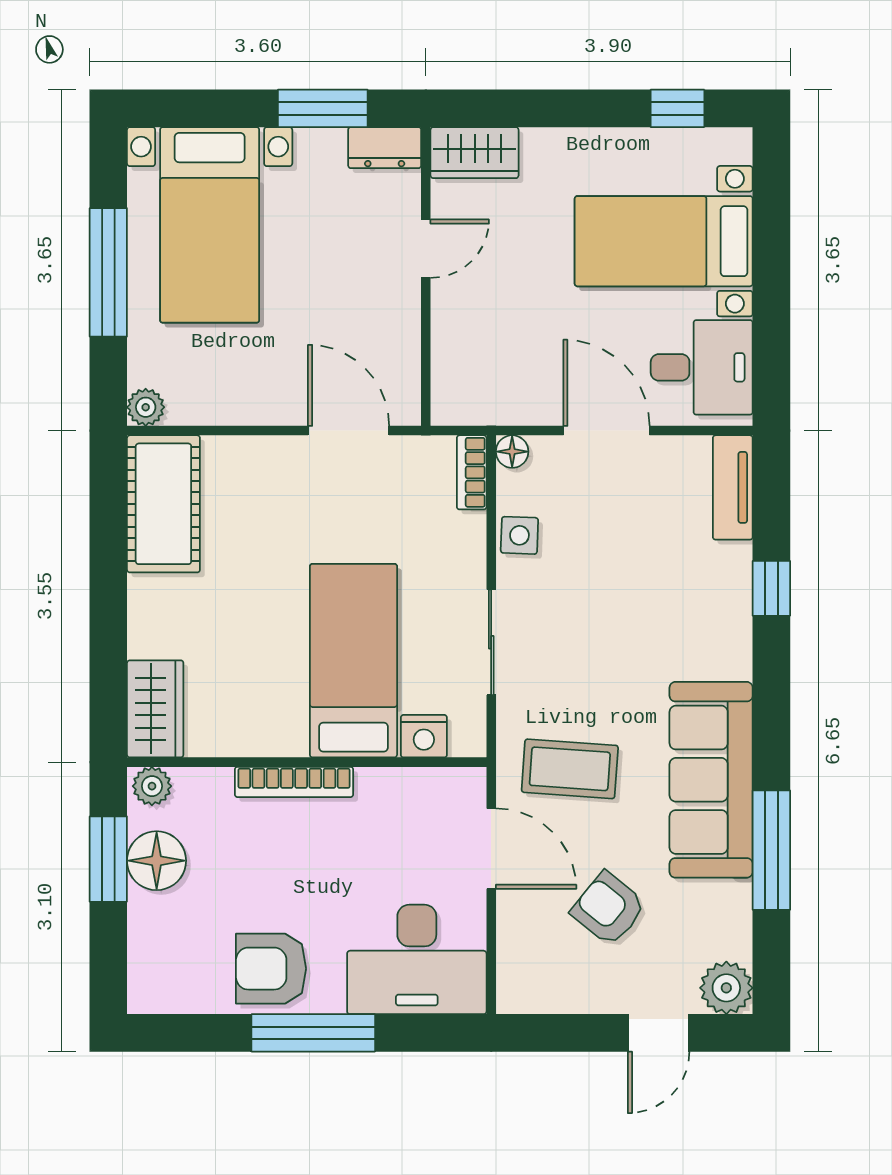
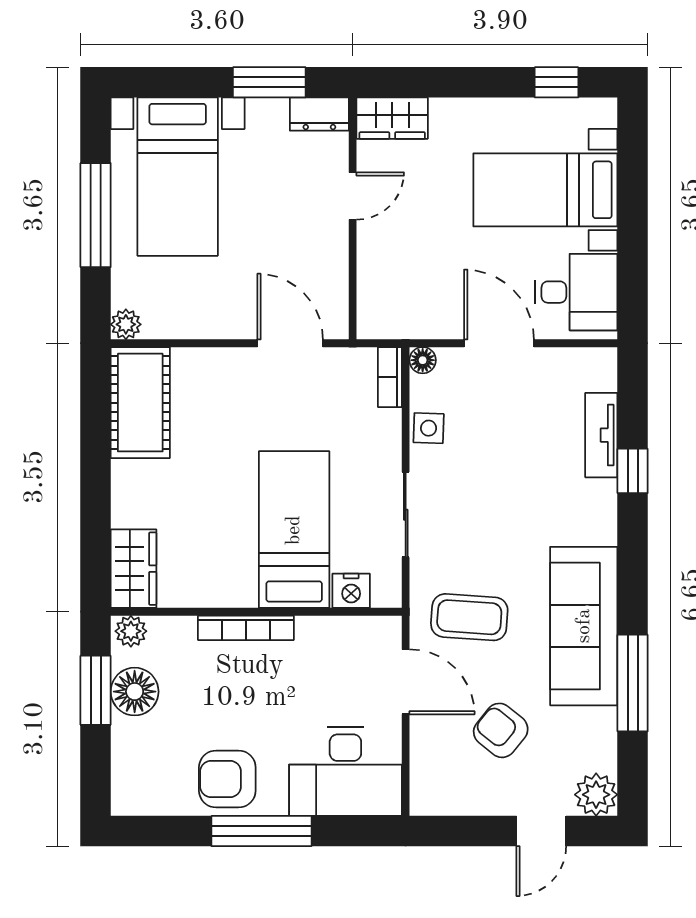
tv unit: (733, 487) -> (601, 435), moved

